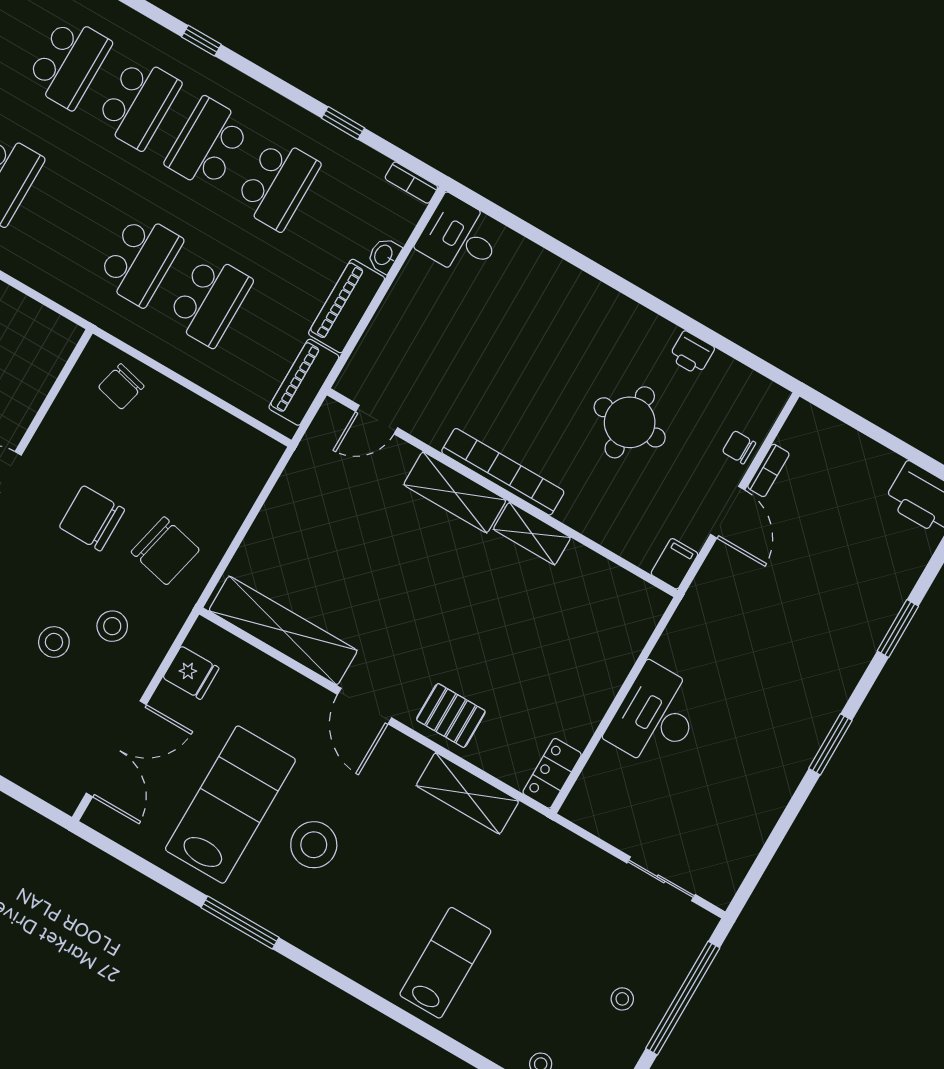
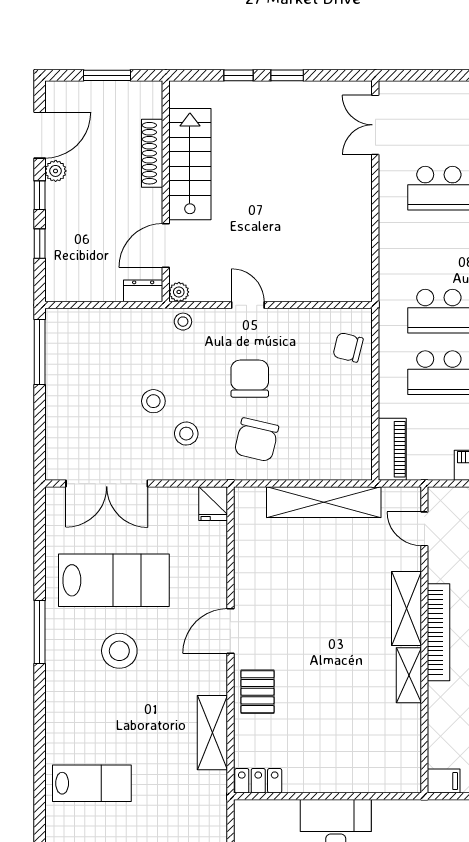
piano: (304, 382) -> (392, 449), moved, turned 90
shelving: (283, 630) -> (324, 502), moved, turned 90
fridge: (191, 673) -> (213, 504), moved

